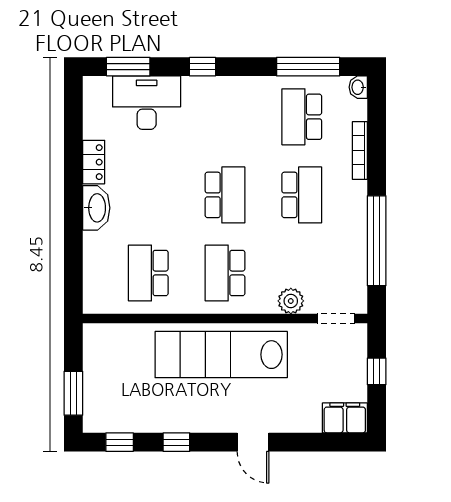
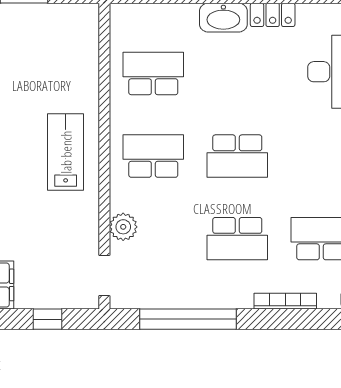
lab bench: (221, 355) -> (66, 152), width x0.54, depth x0.72

